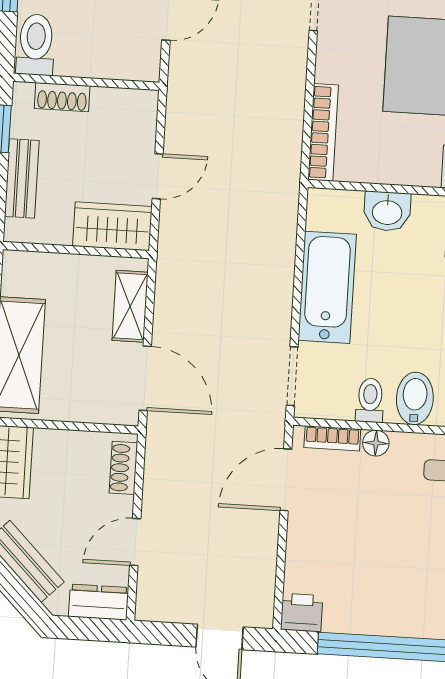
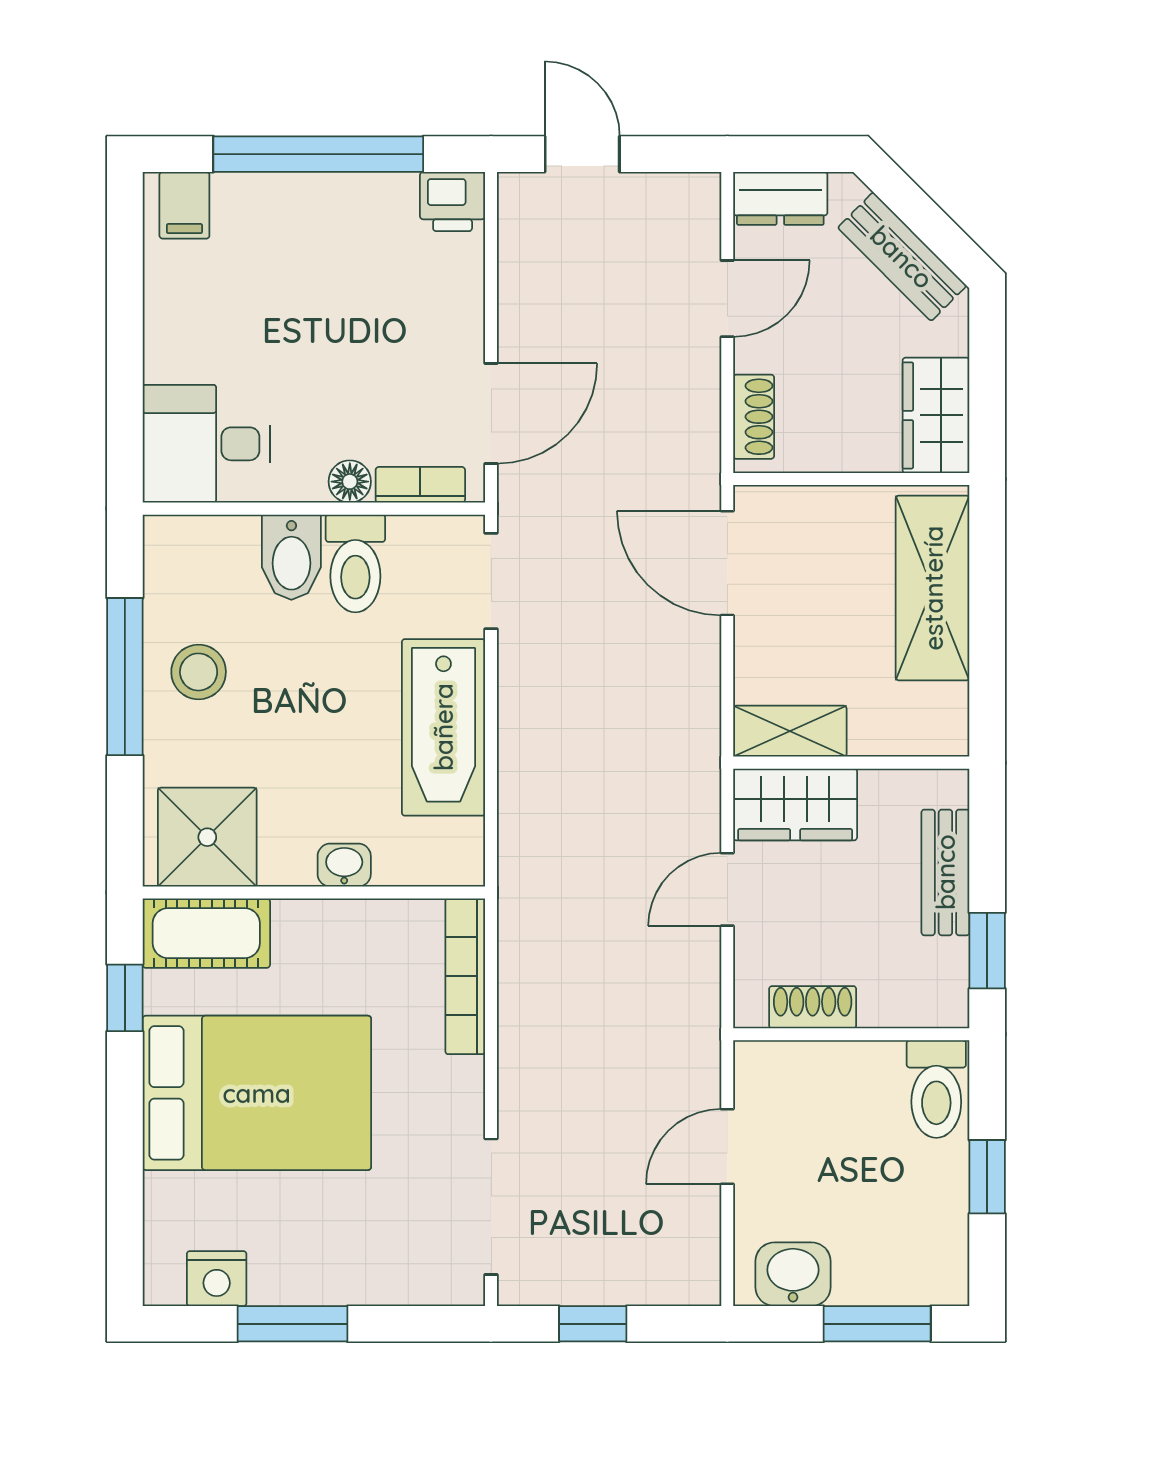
shoe rack: (62, 97) -> (813, 1007), moved
washbasin: (387, 211) -> (344, 865), width x0.72, depth x0.69
shelving: (130, 306) -> (790, 731), moved, turned 90
toilet: (370, 400) -> (355, 563), width x1.37, depth x1.39

